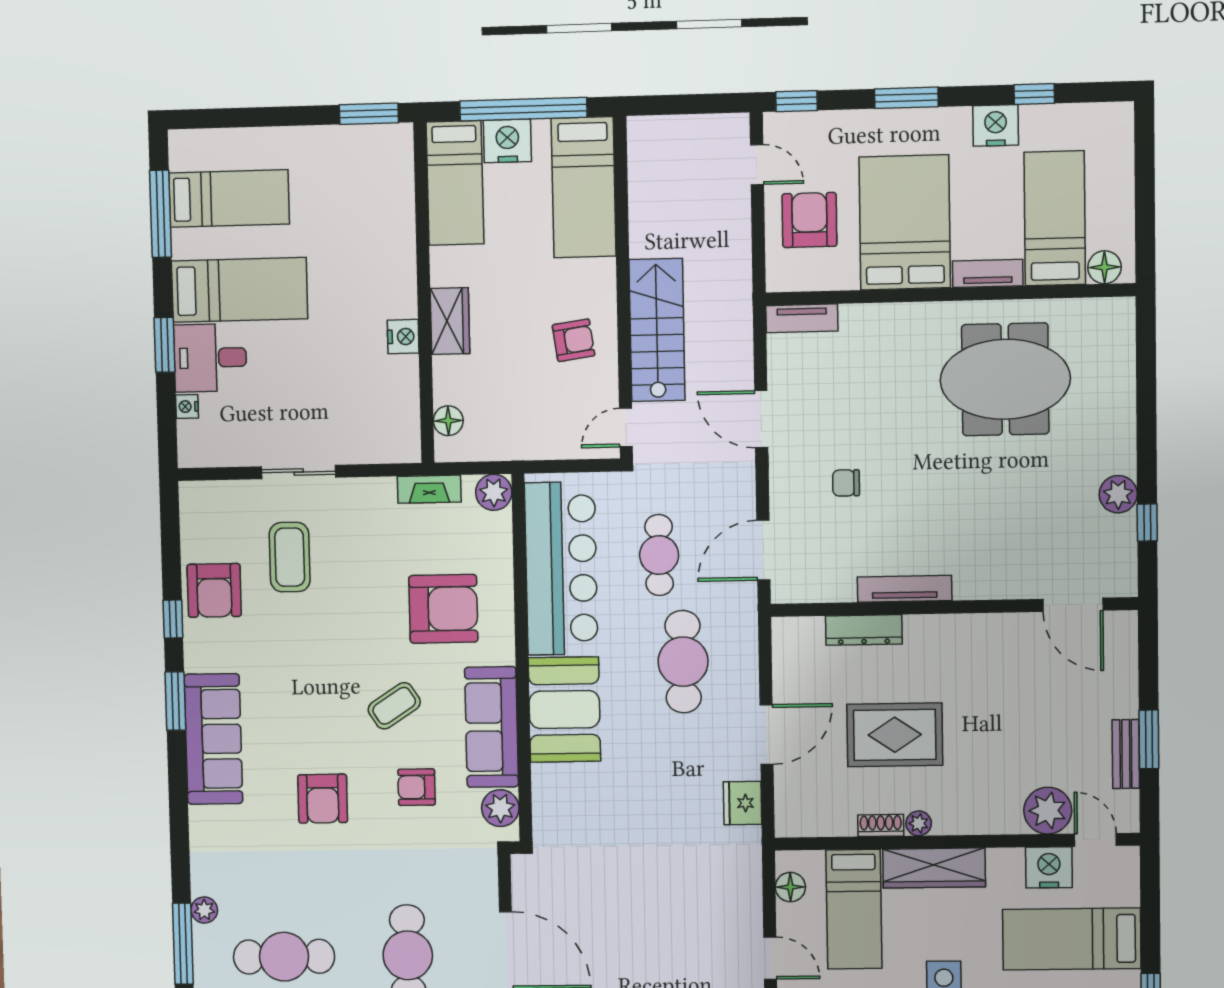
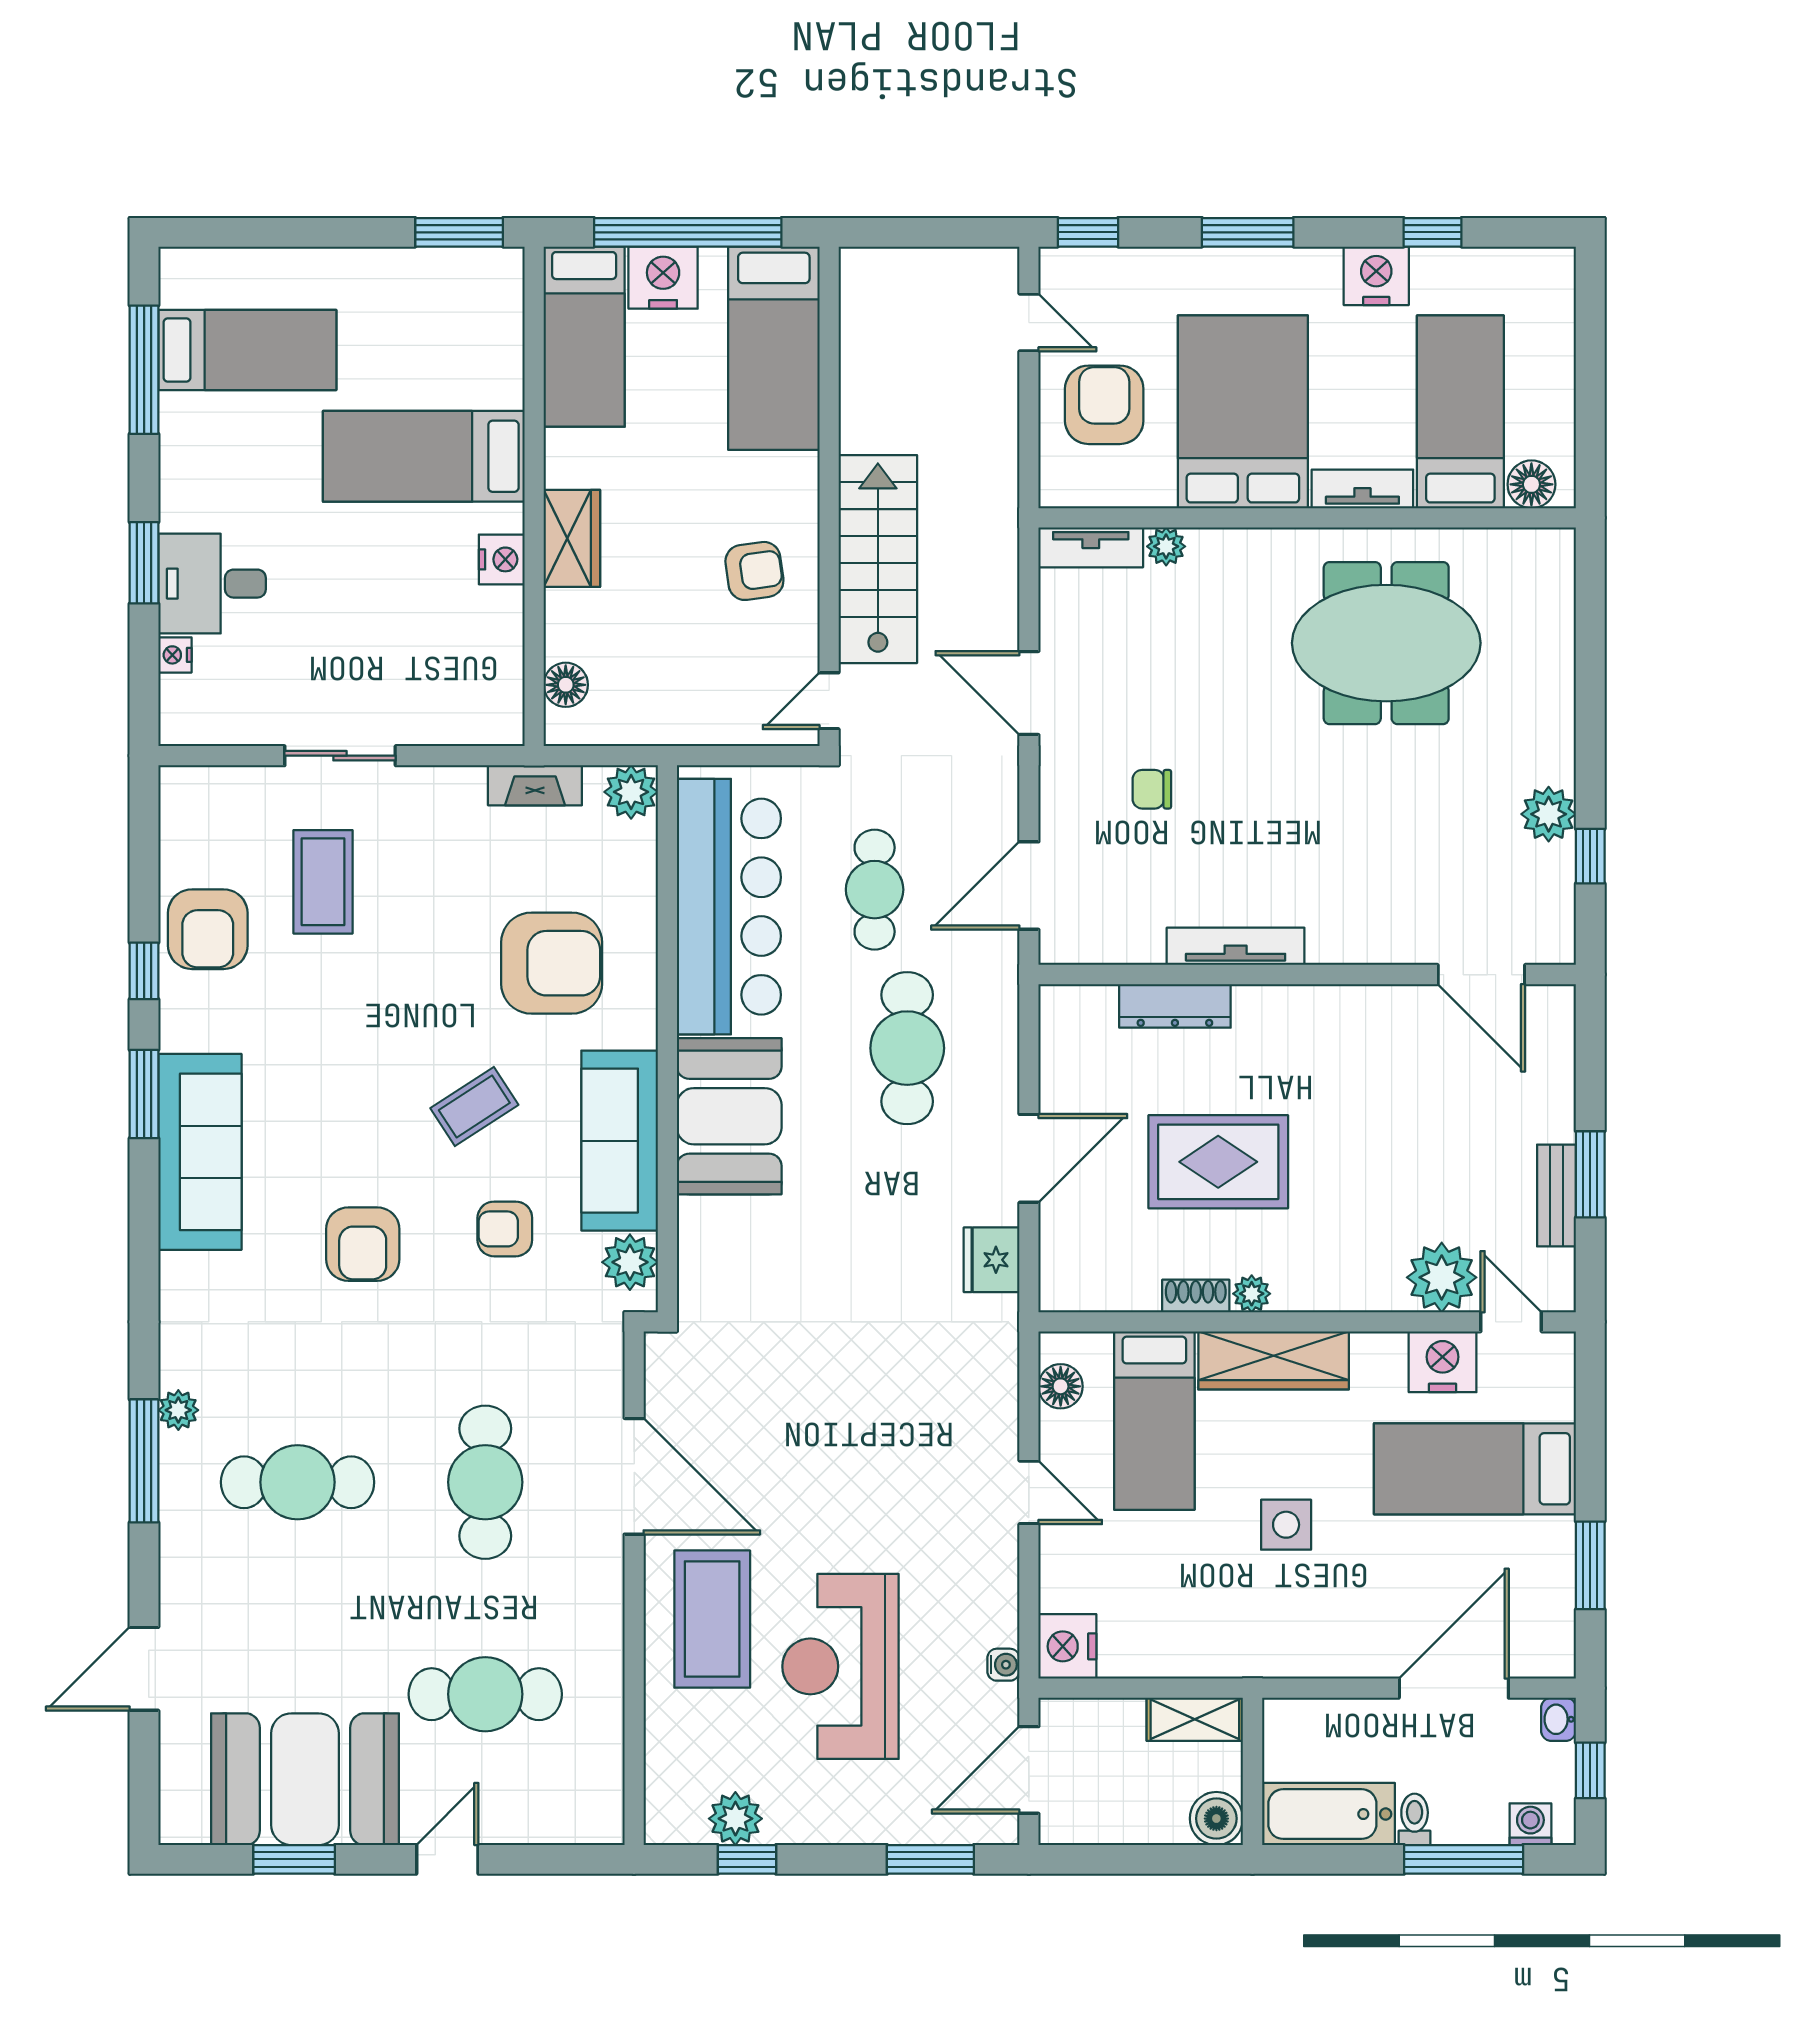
bed: (240, 290) -> (424, 456), moved, turned 180
plant: (853, 316) -> (1166, 546), added

